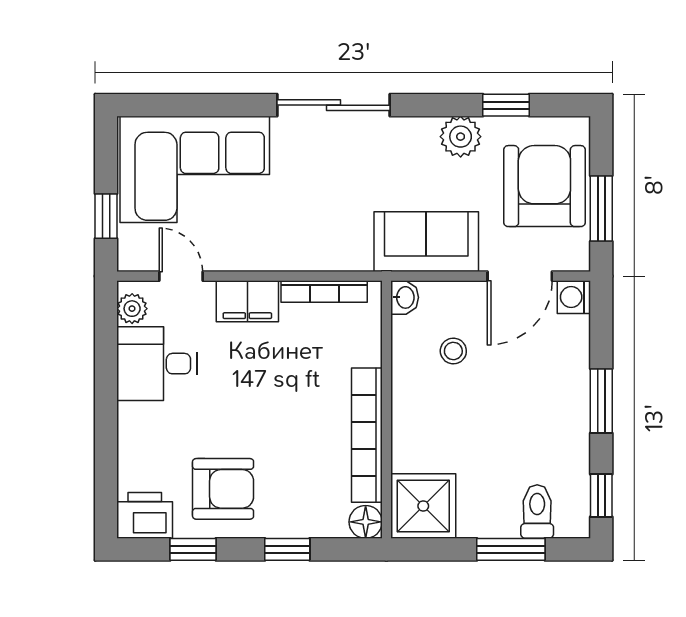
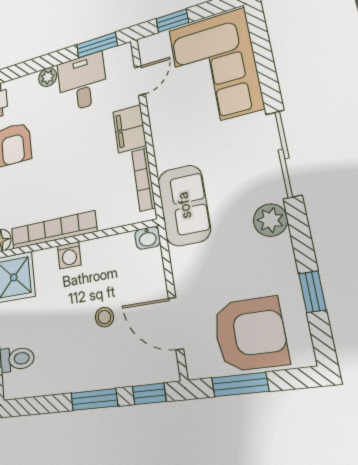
plant: (461, 137) -> (270, 220), moved
sofa: (426, 242) -> (184, 205), moved
washing machine: (574, 297) -> (69, 255), moved, turned 180
plant: (132, 309) -> (48, 77), moved
window: (106, 333) -> (97, 45), added
stool: (453, 351) -> (104, 317), moved
window: (601, 496) -> (149, 394), moved

